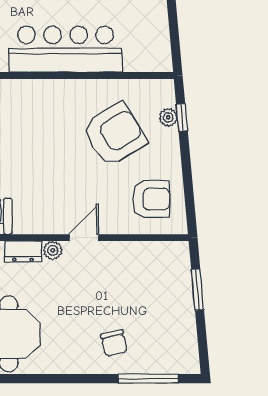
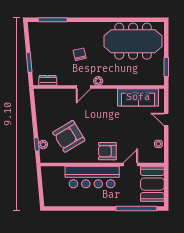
armchair: (151, 199) -> (107, 151), moved
dresser: (23, 251) -> (48, 80), moved
chair: (114, 343) -> (80, 54), moved

